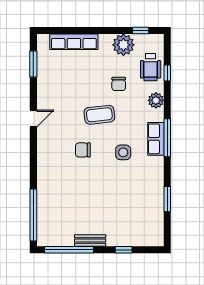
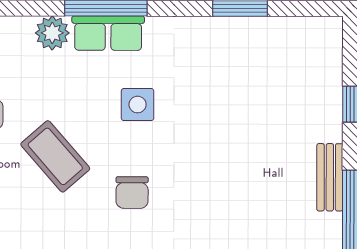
plant: (156, 100) -> (52, 33), moved
coffee table: (99, 115) -> (55, 156), turned -35

